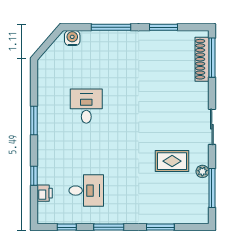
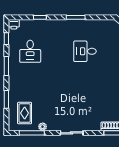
desk: (86, 106) -> (85, 51), turned 180
rug: (172, 161) -> (25, 113), moved
printer: (45, 193) -> (14, 24), moved

